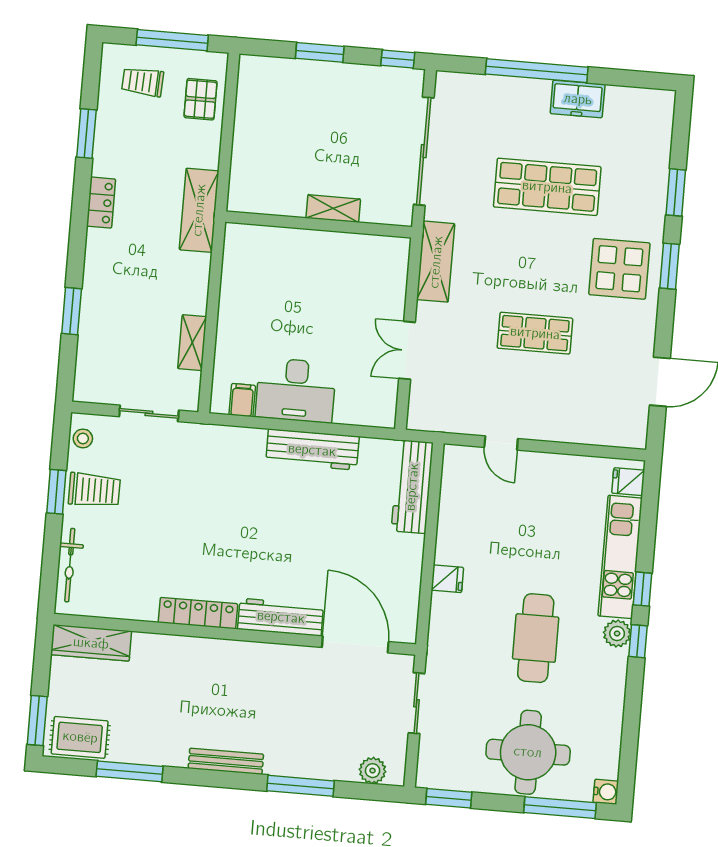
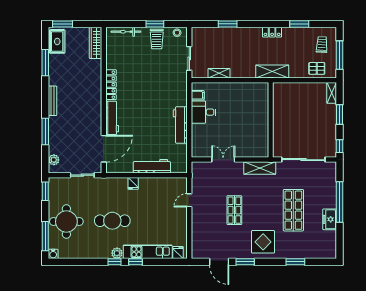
shelving: (333, 209) -> (332, 93), moved
window: (670, 266) -> (245, 262), moved
desk: (296, 390) -> (204, 112), width x0.73
workbench: (412, 487) -> (152, 166), moved

